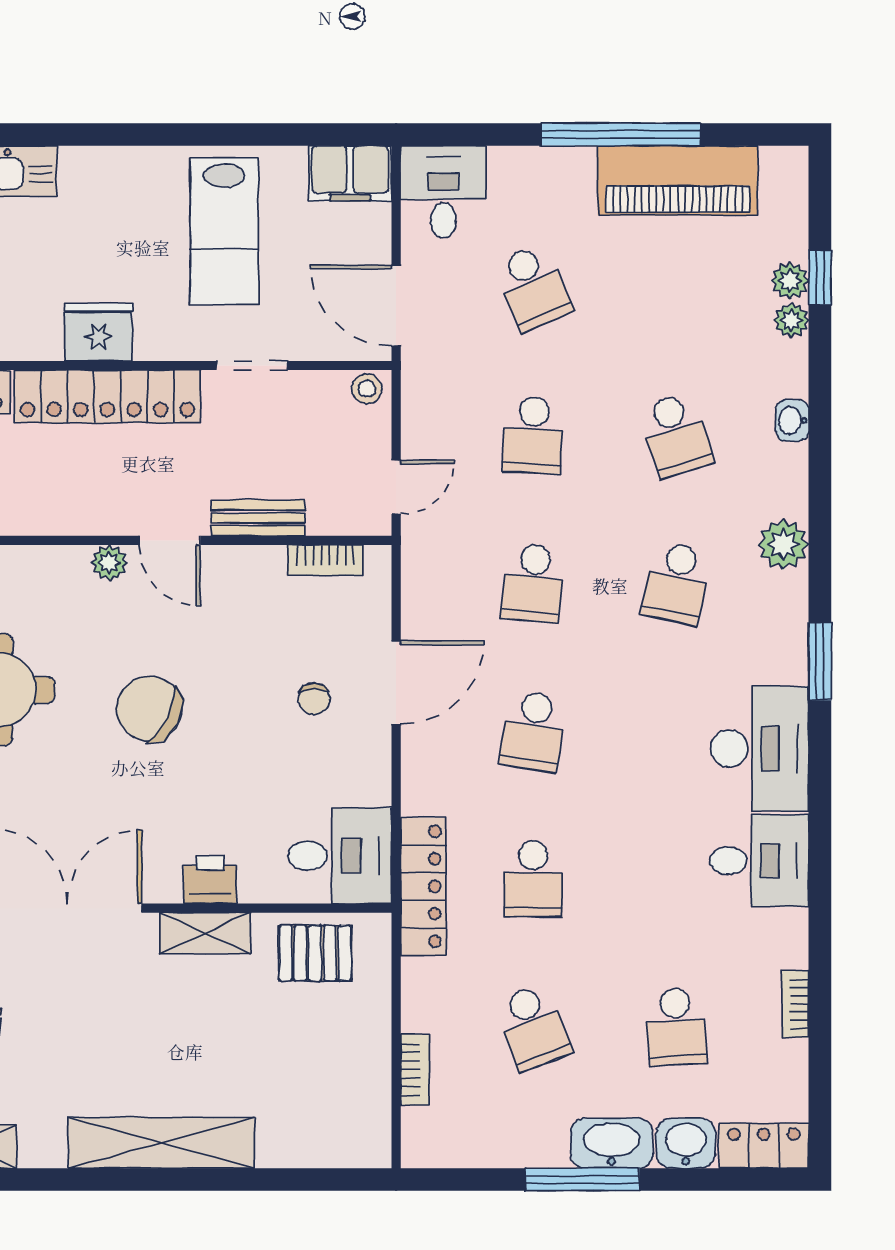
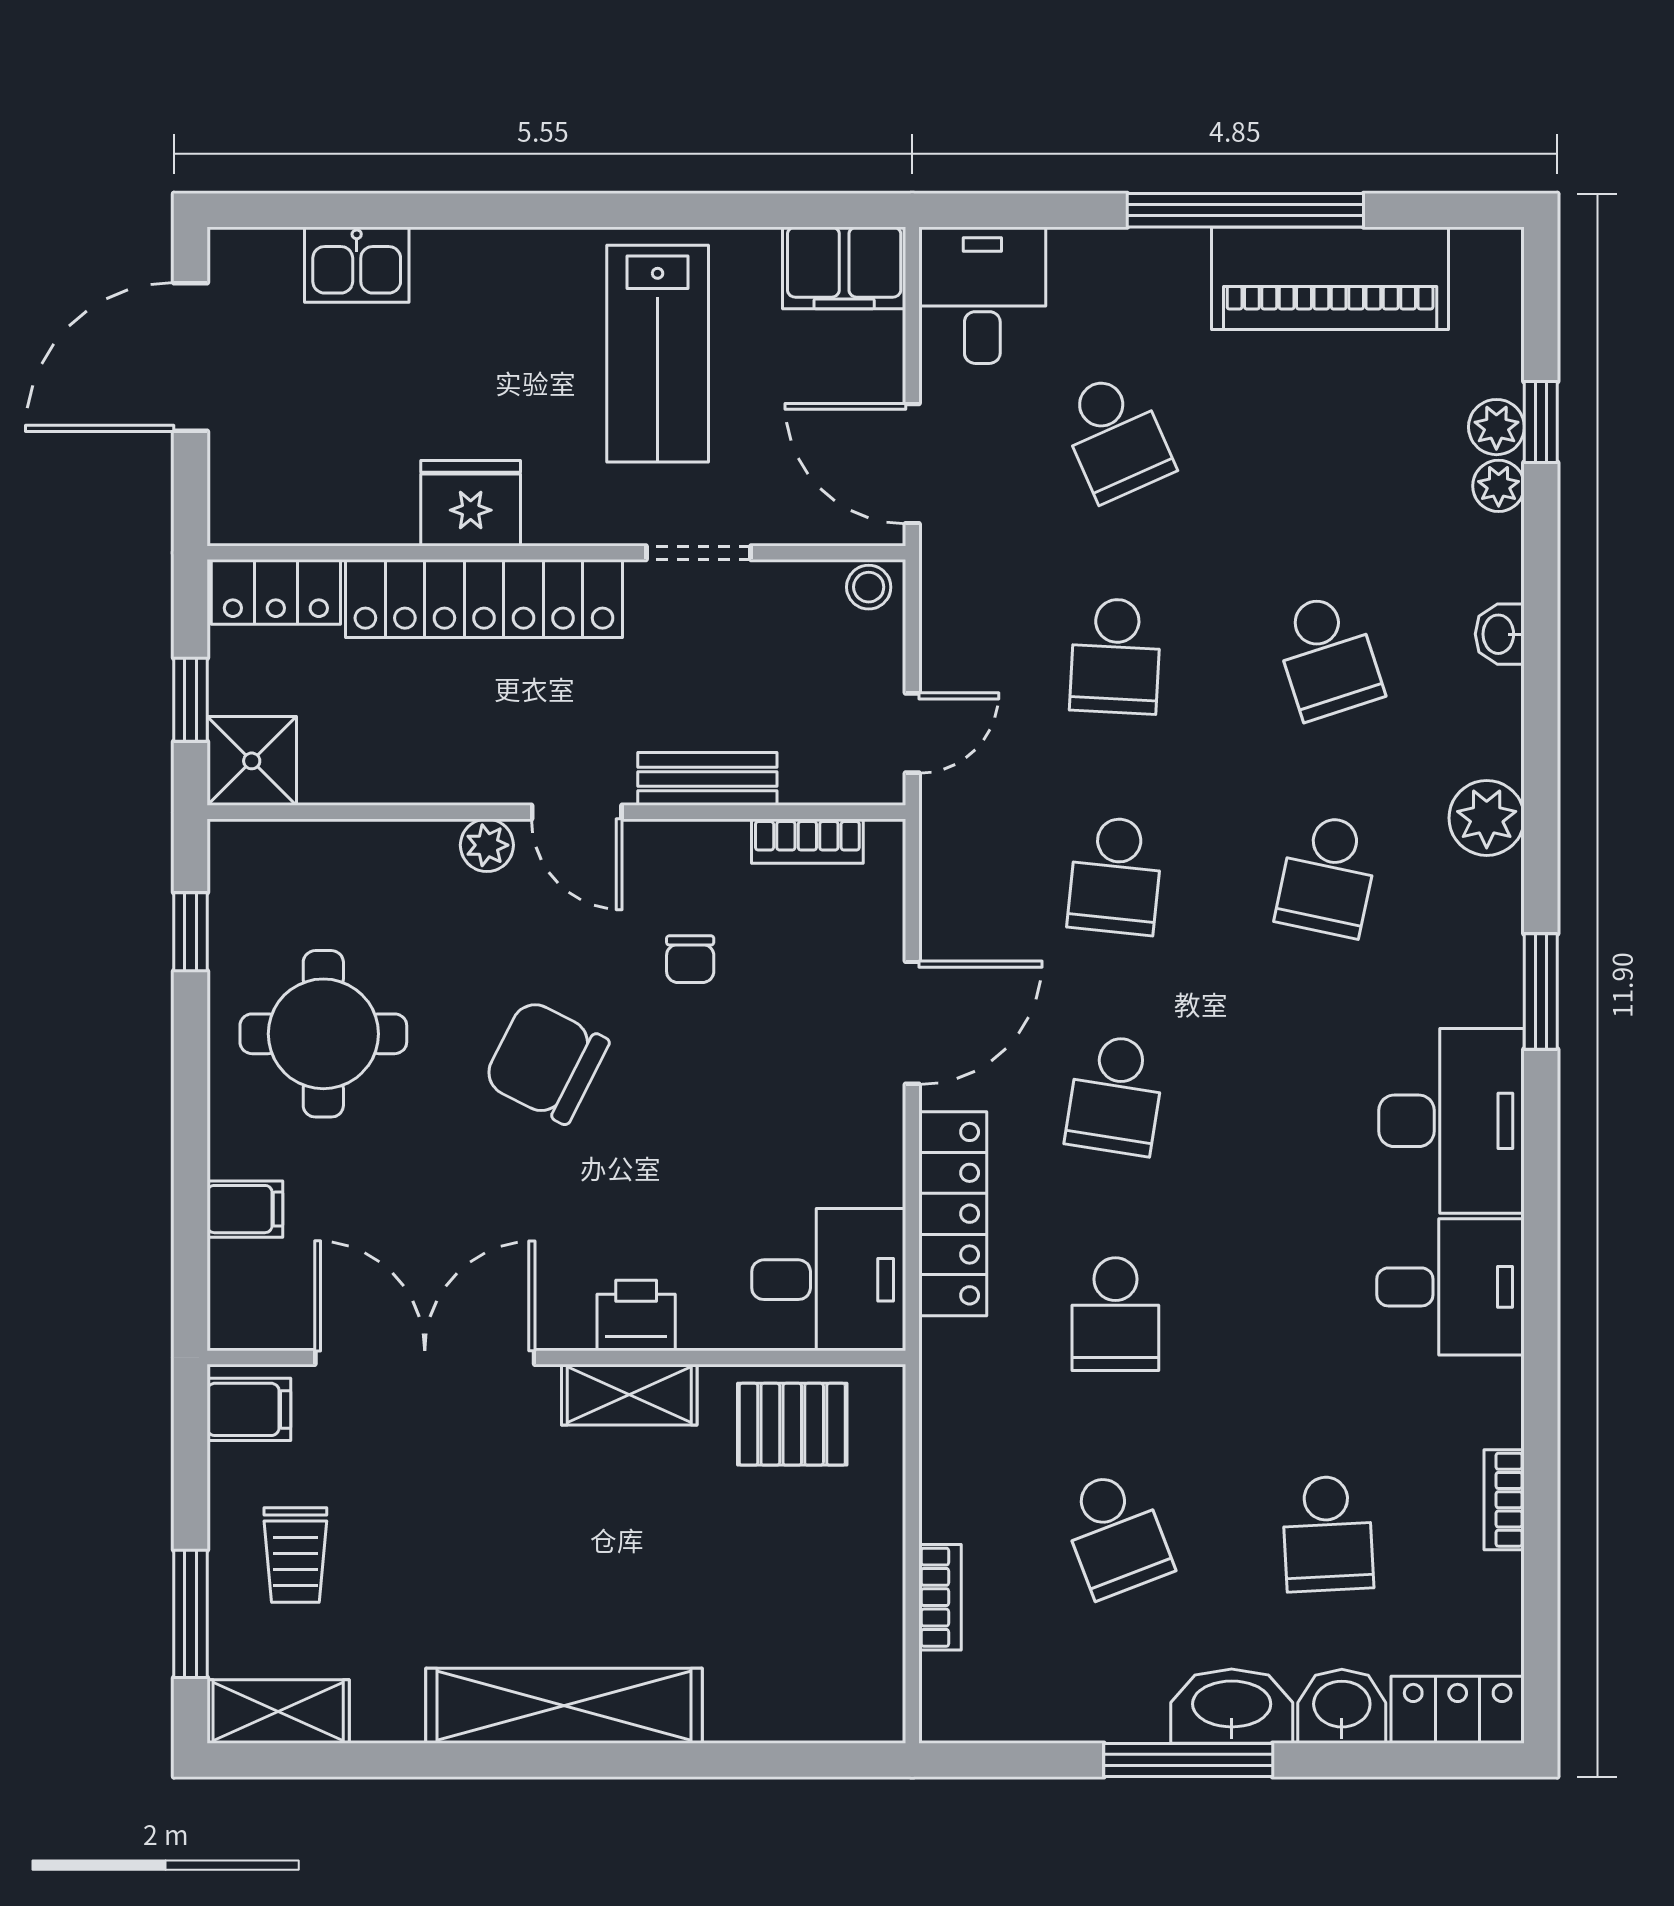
chair: (314, 699) -> (690, 959), moved
locker: (423, 886) -> (953, 1214), moved

